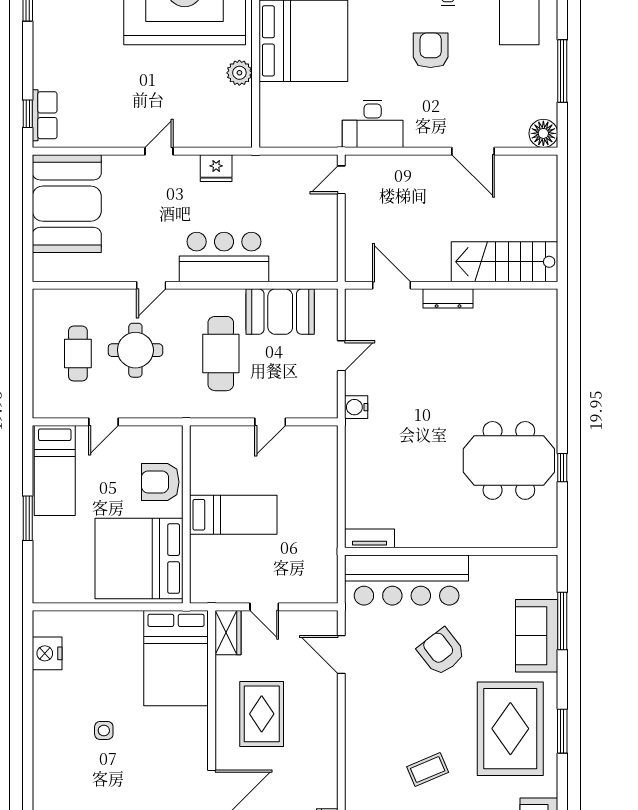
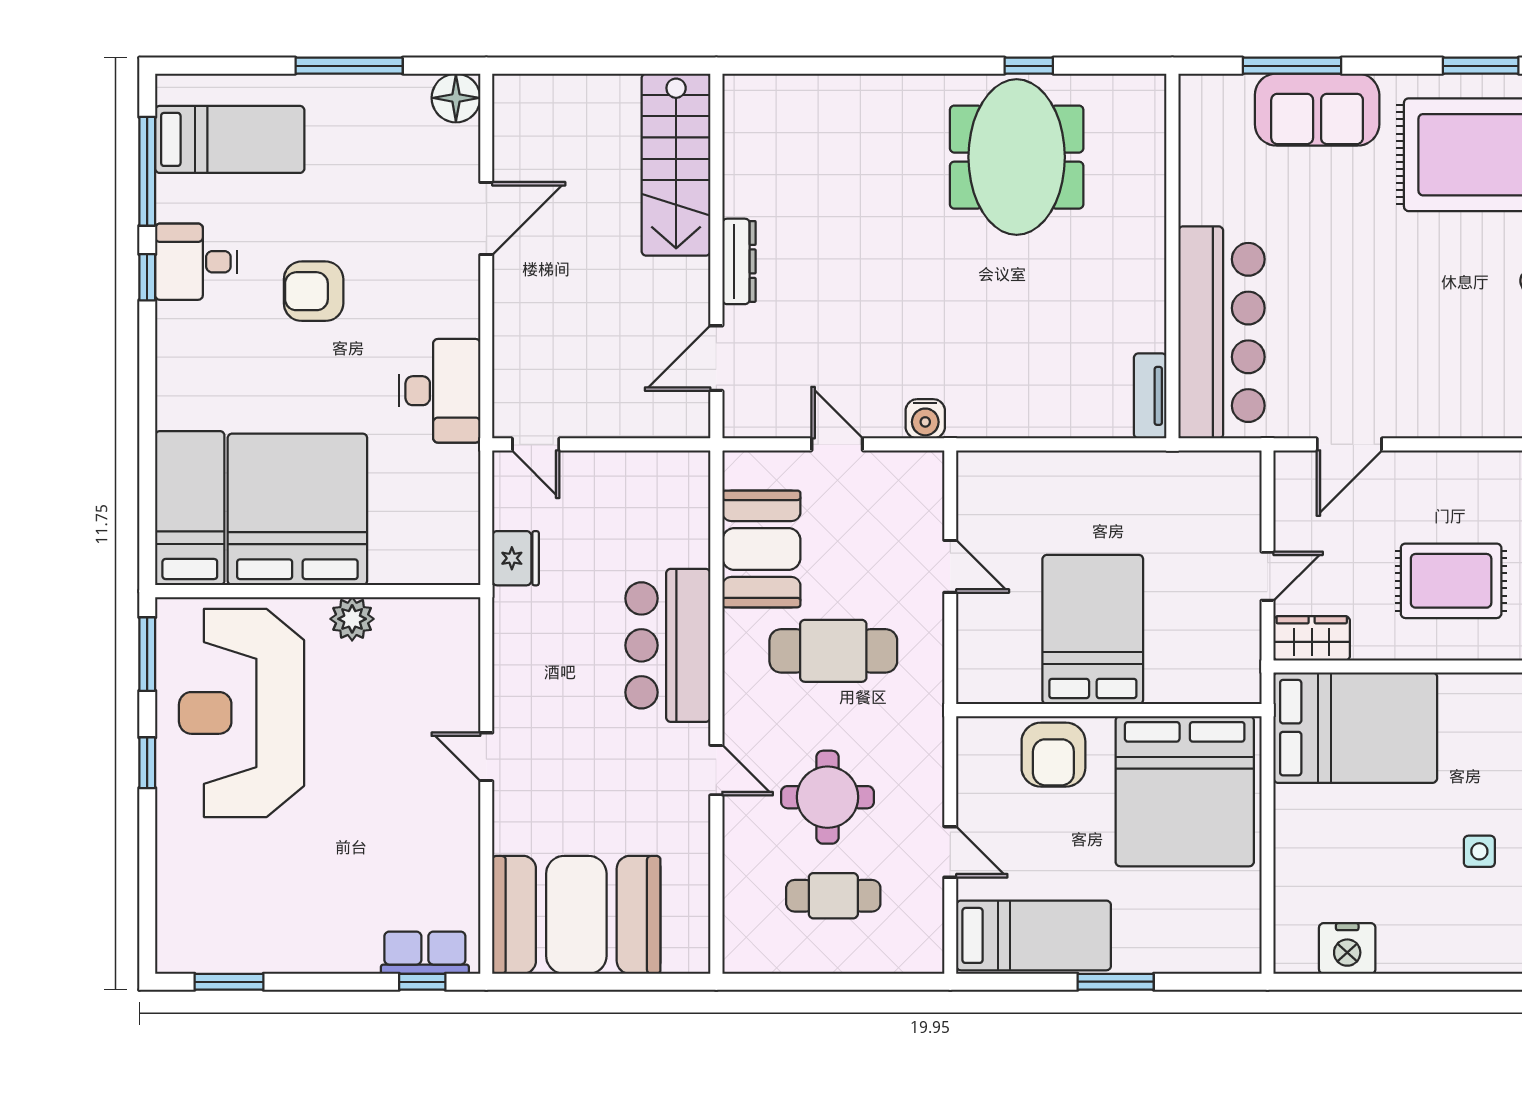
fridge: (216, 168) -> (516, 558), moved
bed: (233, 515) -> (1093, 629), width x1.50
armchair: (441, 652) -> (1345, 273), removed

